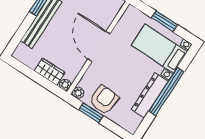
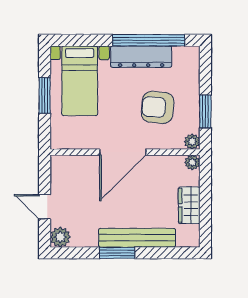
wardrobe: (50, 72) -> (189, 205), moved
window: (167, 91) -> (149, 40), moved
armchair: (104, 100) -> (158, 107), moved

